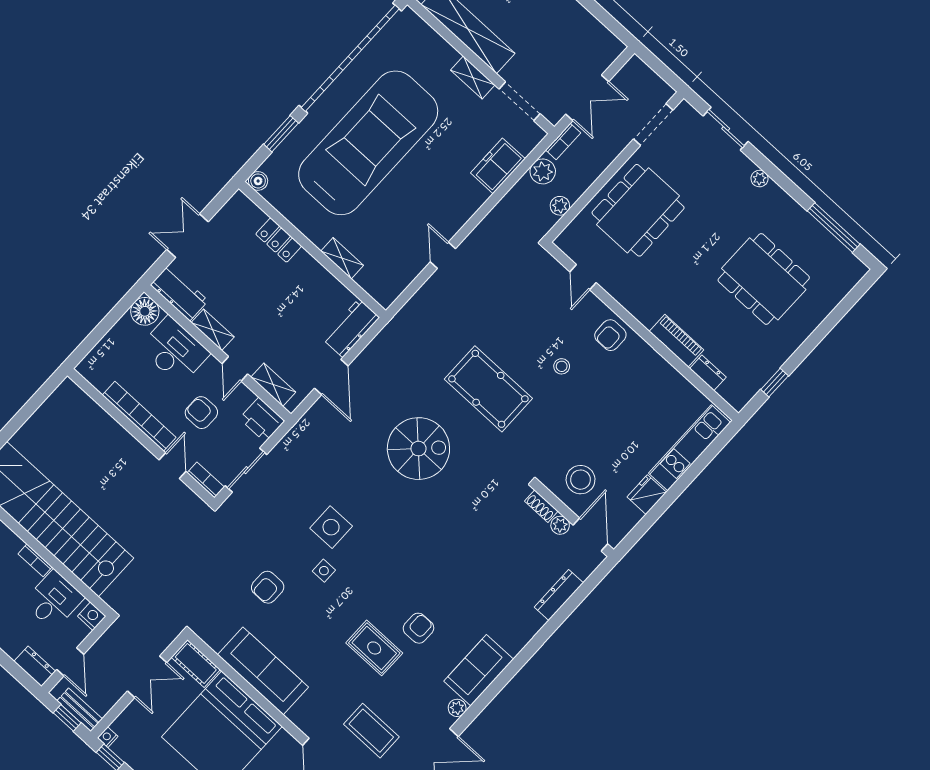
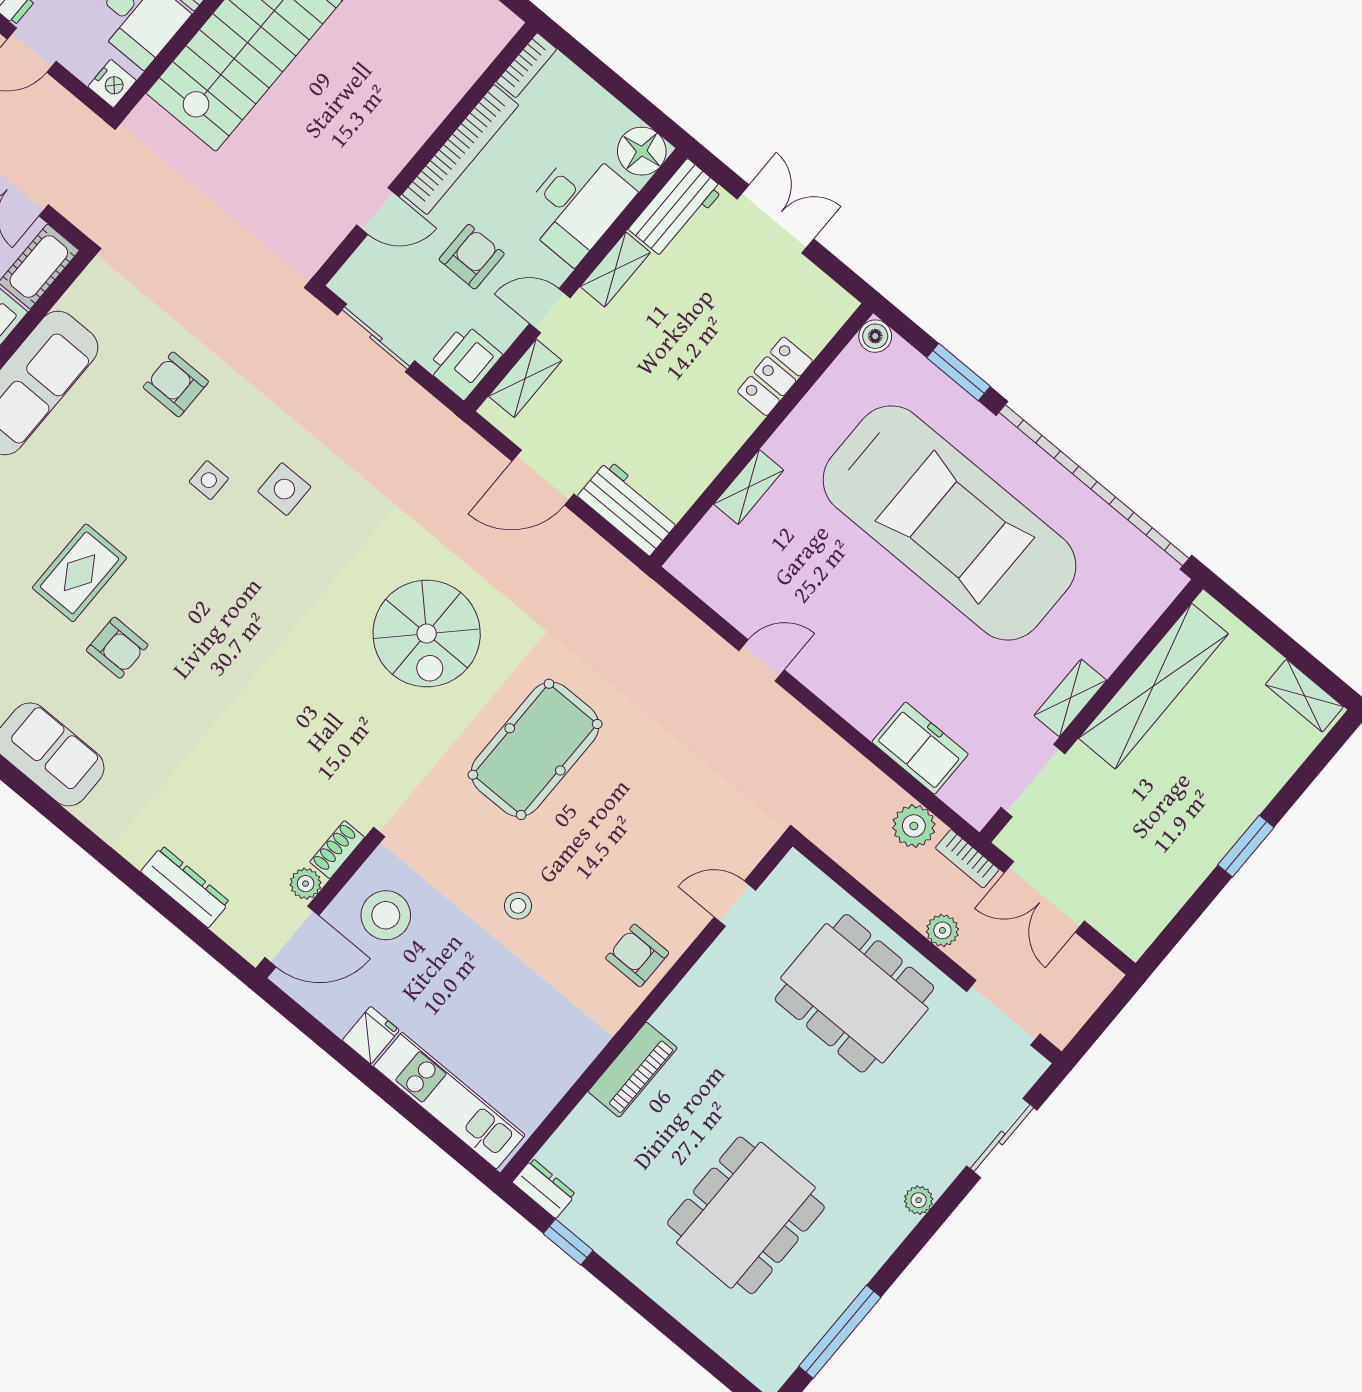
plant: (560, 206) -> (942, 930), moved
stool: (562, 366) -> (518, 906), moved
dresser: (708, 373) -> (544, 1188), moved, turned -90
bookcase: (206, 480) -> (526, 65), moved
fridge: (647, 495) -> (371, 1035), width x0.72
side table: (331, 527) -> (284, 489), width x0.73, depth x0.73

